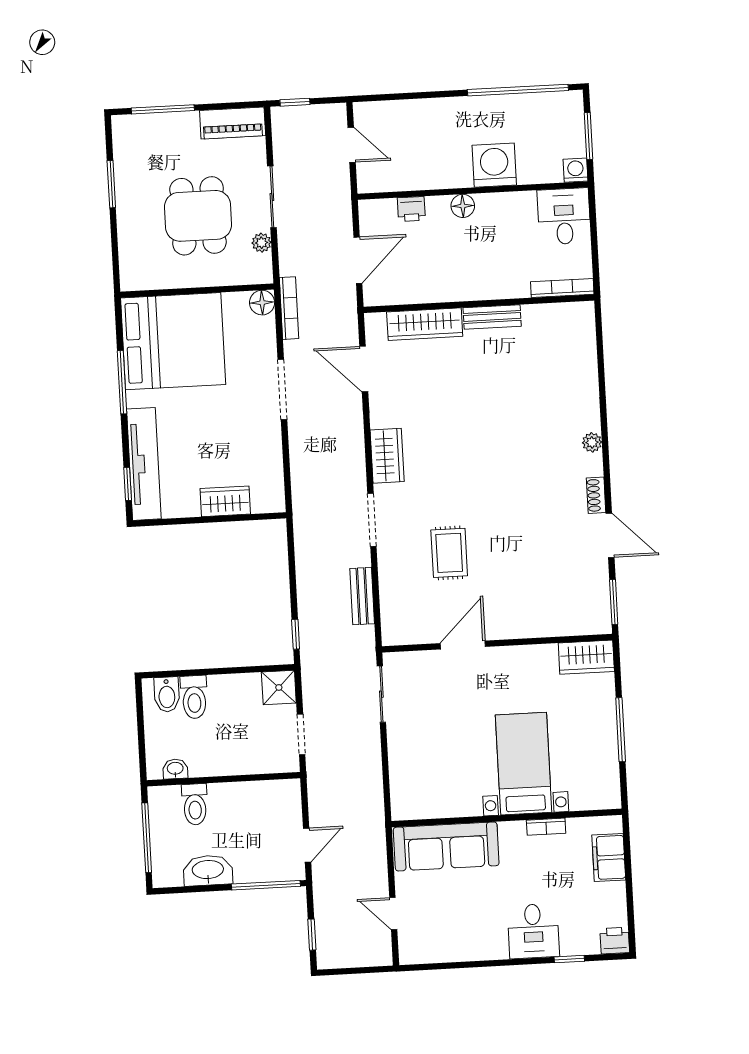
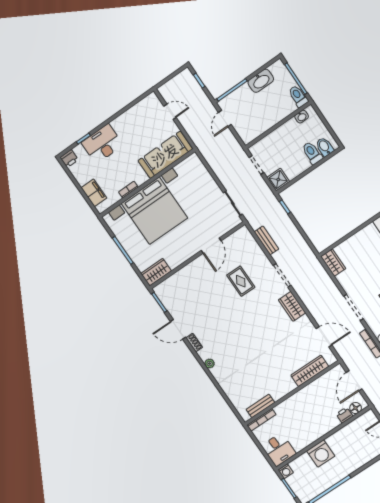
floor lamp: (463, 206) -> (356, 408), moved
bench: (492, 317) -> (260, 406), moved
wardrobe: (225, 501) -> (333, 263), moved, turned -90
bed with nightstands: (524, 764) -> (154, 211), width x1.85
toilet: (195, 804) -> (298, 96), moved
desk: (533, 931) -> (102, 144), width x1.37

